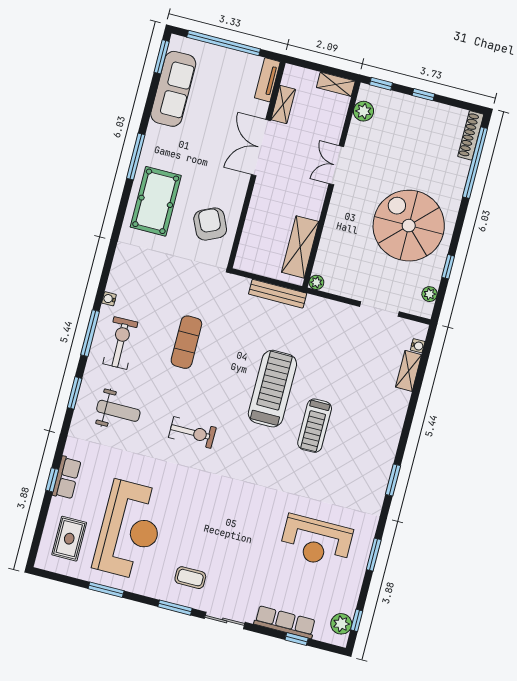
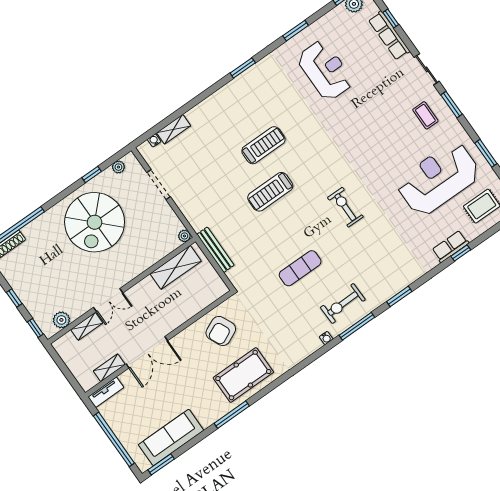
shelving: (336, 84) -> (87, 326), moved, turned 90
treadmill: (272, 389) -> (270, 192), width x0.73, depth x0.73
weight bench: (118, 411) -> (381, 261), removed

